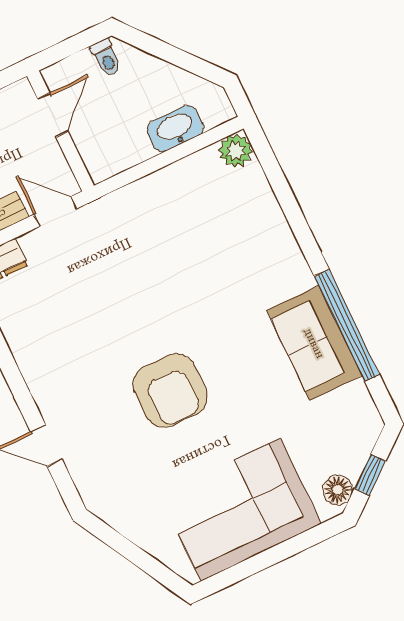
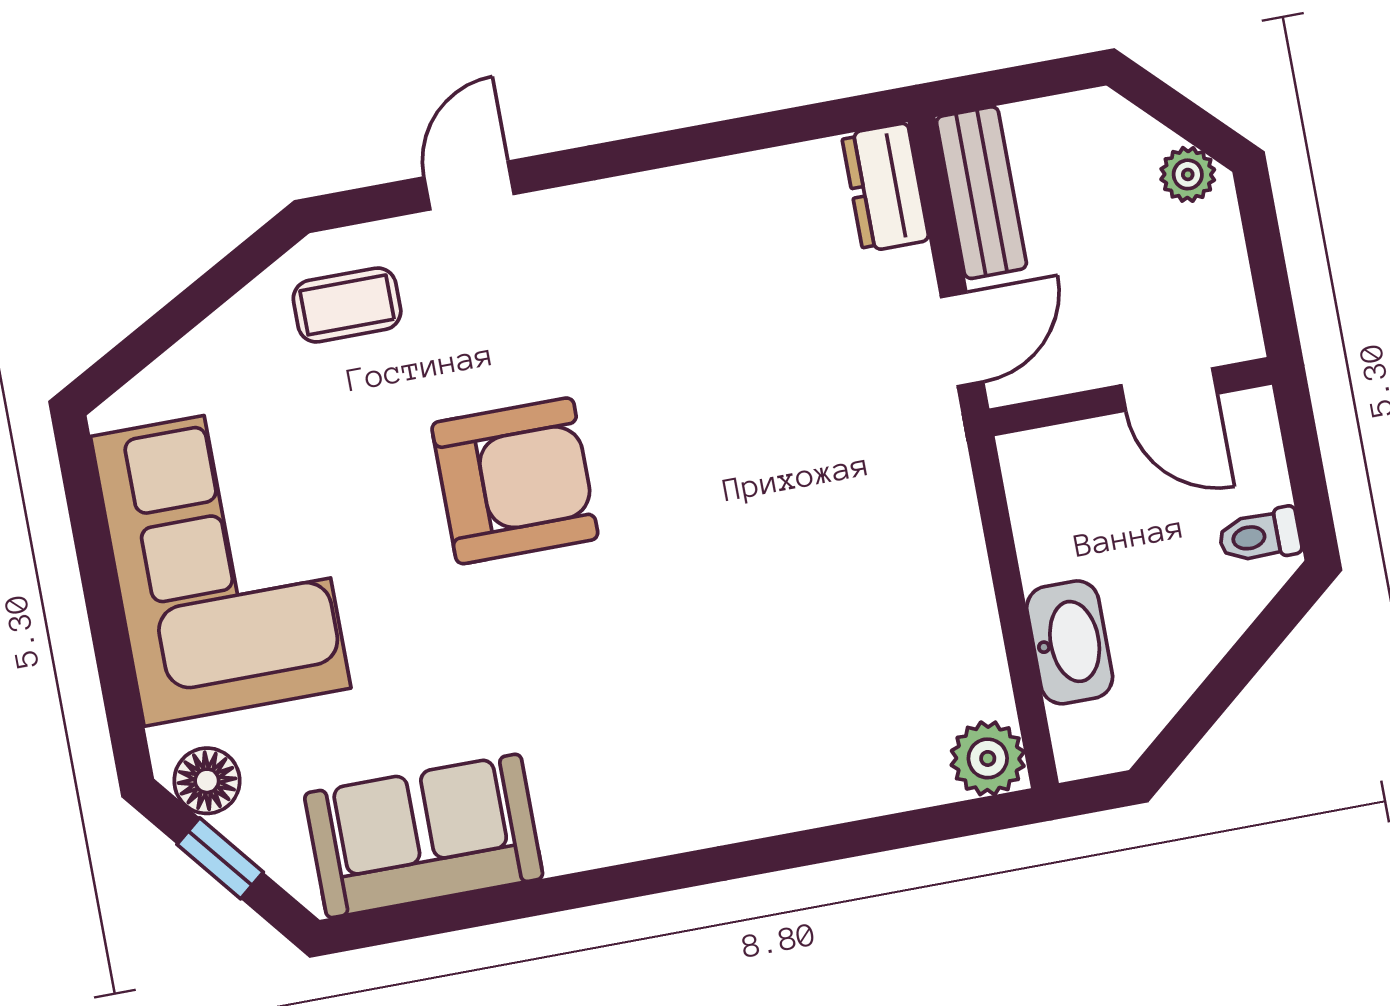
window: (347, 325) -> (552, 895), removed
sofa: (314, 343) -> (424, 836), moved
armchair: (170, 391) -> (515, 481), turned 180
coffee table: (113, 485) -> (347, 305), added

